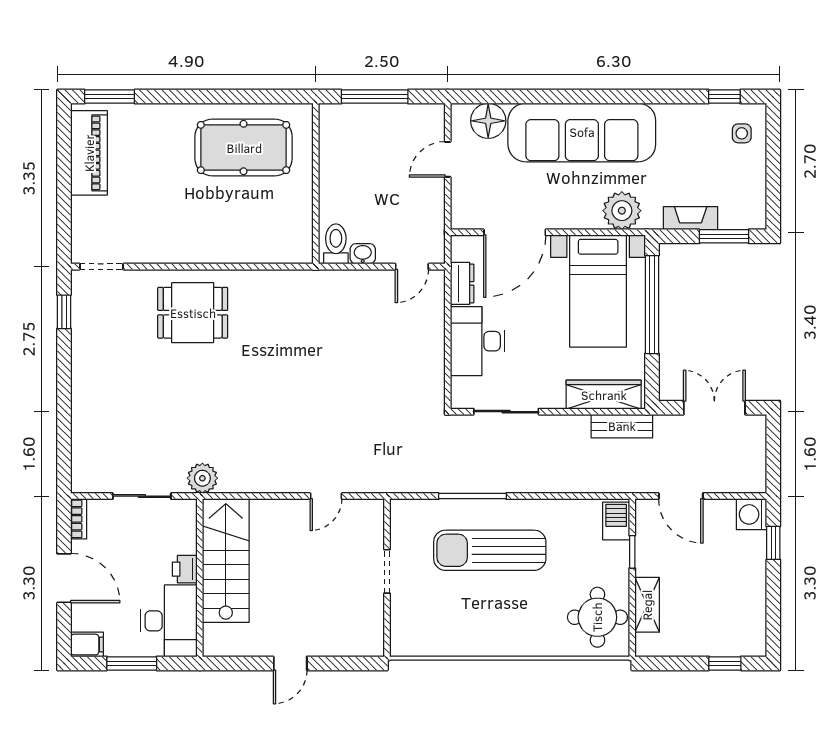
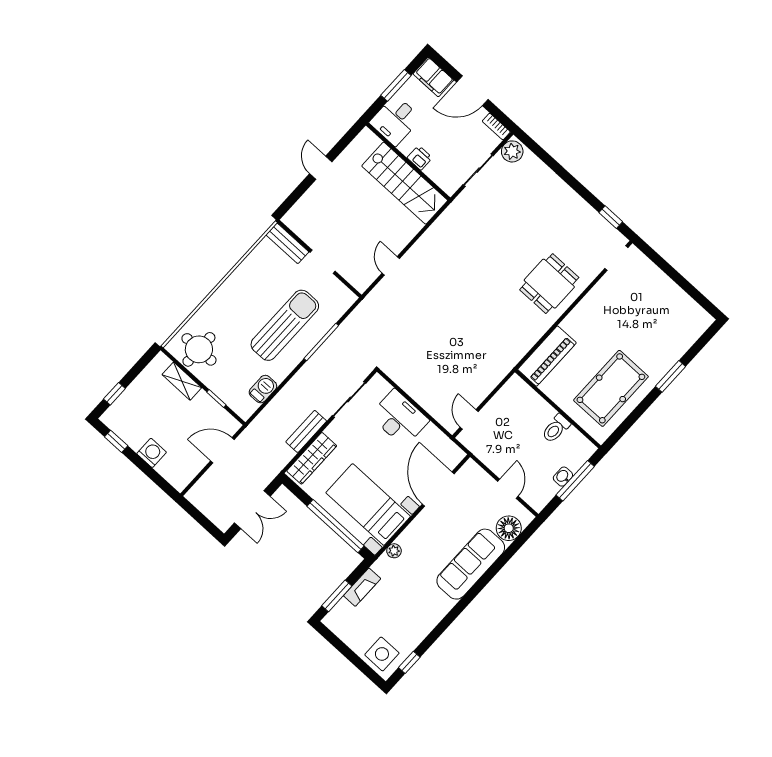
window: (110, 97) -> (671, 376), moved
sofa: (582, 132) -> (471, 564), width x0.74, depth x0.79
side table: (742, 133) -> (382, 654), width x1.87, depth x1.87
piano: (89, 153) -> (547, 356), moved, turned -90
plant: (622, 211) -> (394, 551), width x0.53, depth x0.53
toilet: (336, 244) -> (556, 429), moved, turned 90
washbasin: (363, 254) -> (563, 477), moved, turned 180
dresser: (462, 283) -> (437, 437), removed
bench: (622, 426) -> (306, 431), moved
plant: (202, 478) -> (512, 151), moved
washing machine: (751, 514) -> (152, 453), moved
barbecue: (616, 521) -> (263, 389), moved, turned -90
window: (773, 543) -> (116, 441), moved
desk: (169, 621) -> (395, 120), width x0.73
bench: (401, 626) -> (287, 243), added
filing cabinet: (87, 645) -> (433, 77), width x2.00

